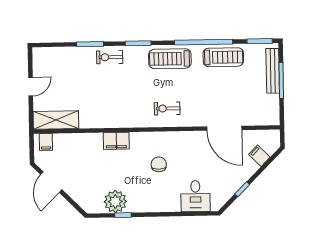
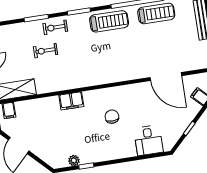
treadmill: (170, 59) -> (109, 21), turned 180
exercise bike: (167, 108) -> (46, 51), moved
plant: (115, 202) -> (74, 160), width x0.53, depth x0.53

